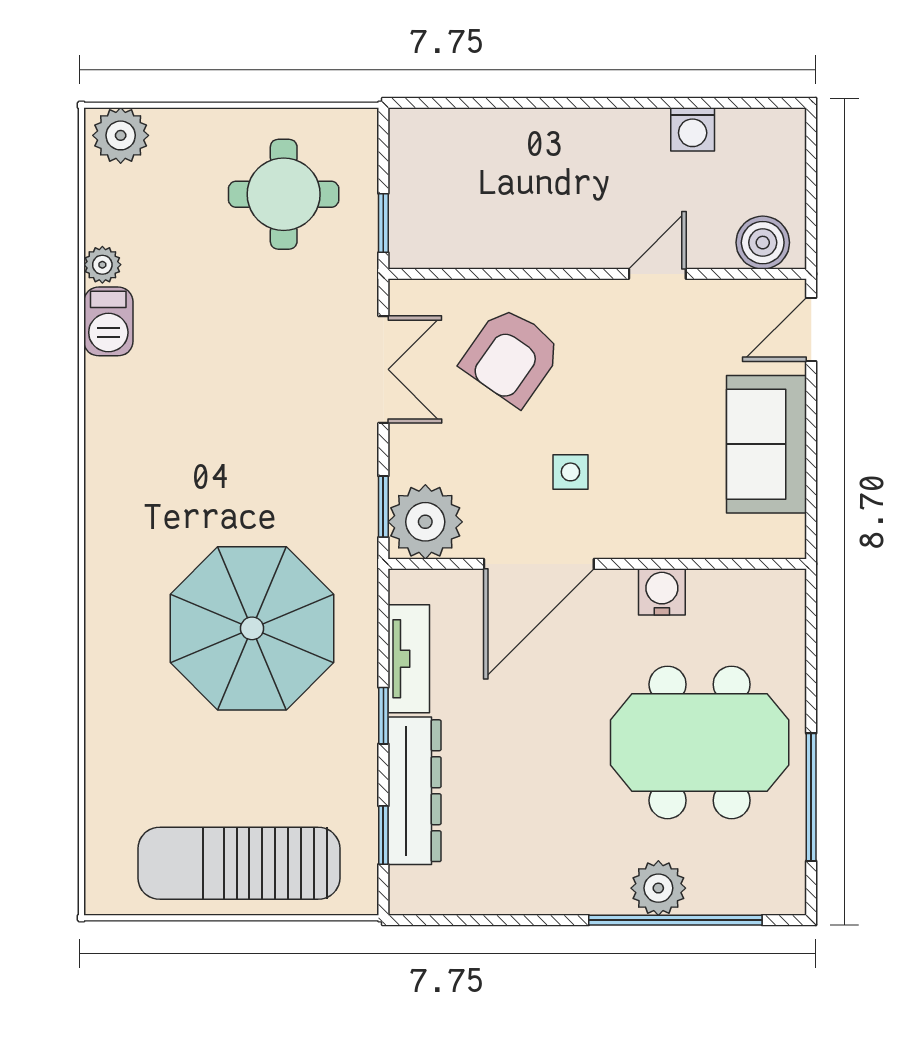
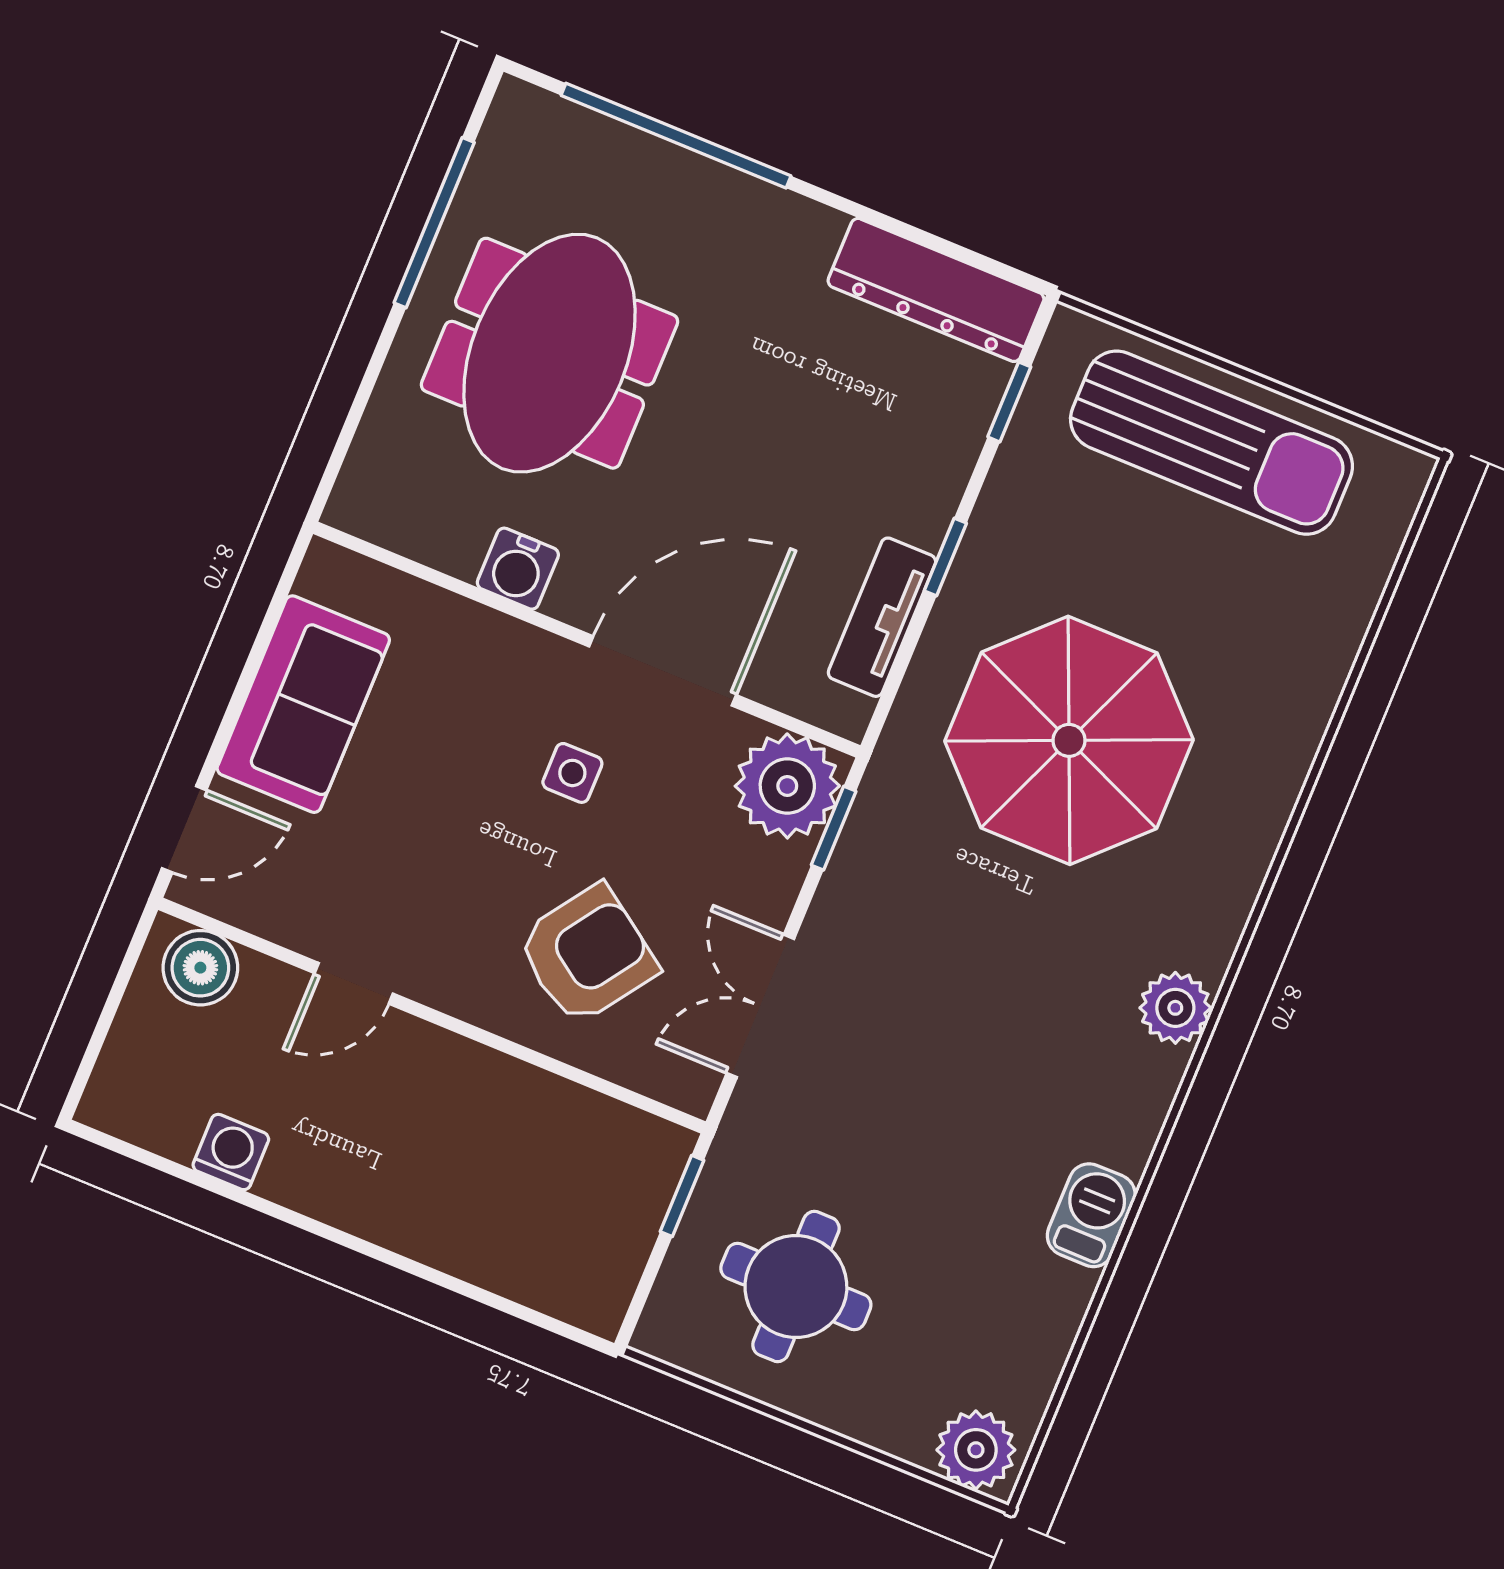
plant: (102, 265) -> (1175, 1008), moved, width x1.38, depth x1.38
meeting table: (700, 742) -> (550, 353), turned 90
dresser: (414, 791) -> (936, 290), moved, turned -90
plant: (658, 888) -> (681, 186), removed

